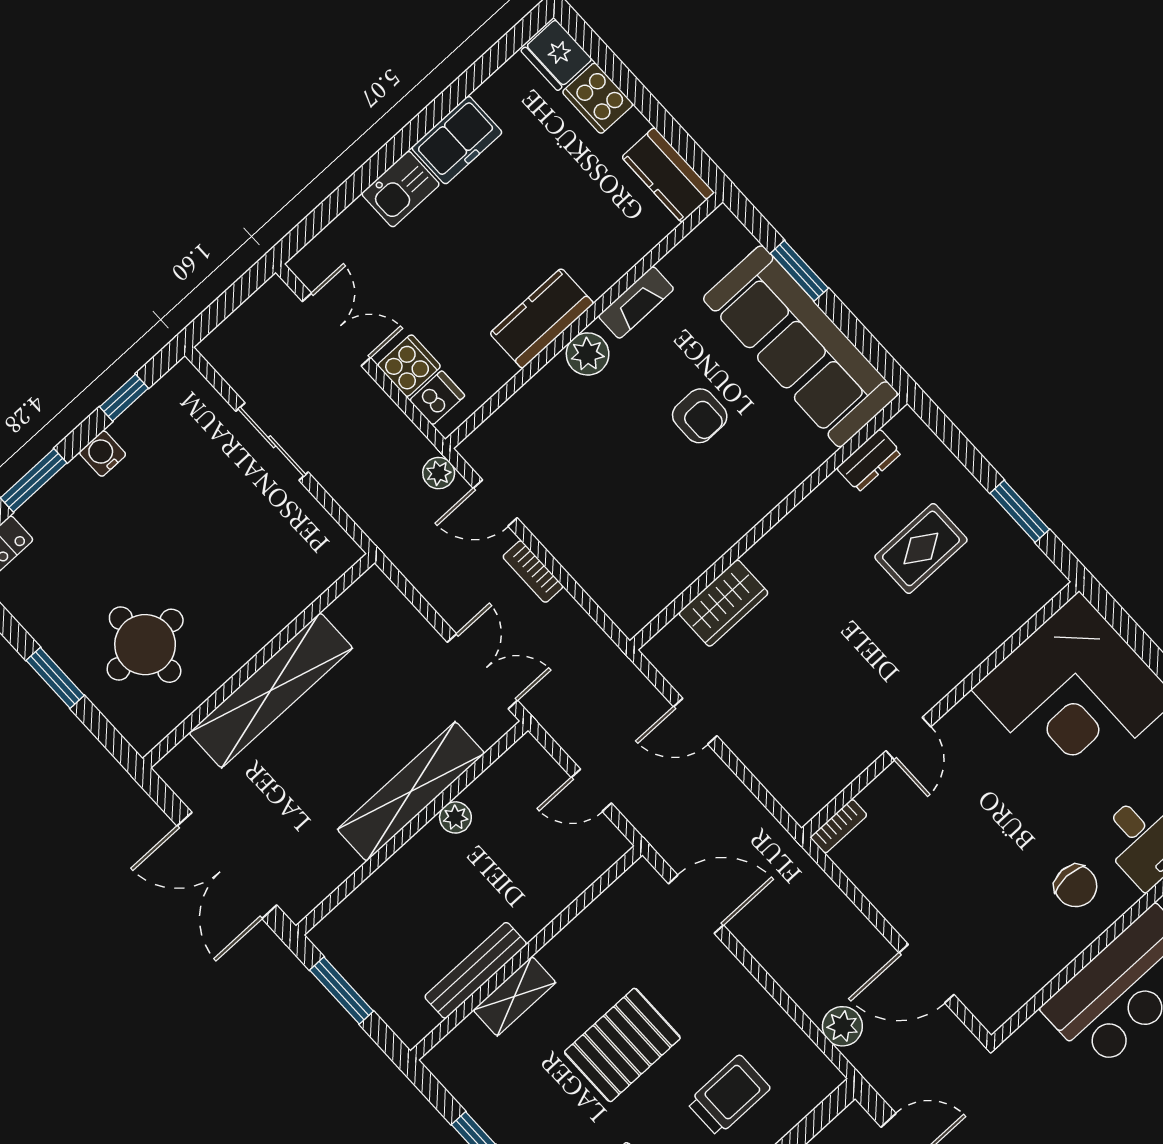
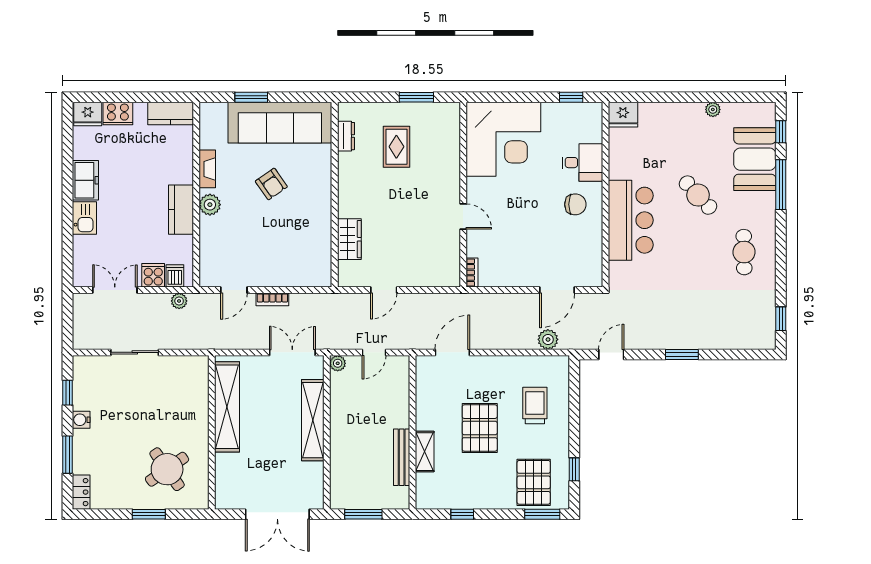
armchair: (700, 416) -> (271, 184), turned 55
plant: (439, 473) -> (179, 301), moved
round table: (145, 645) -> (167, 469), turned -35
shelving: (271, 690) -> (227, 407), moved
plant: (455, 817) -> (338, 363), moved

